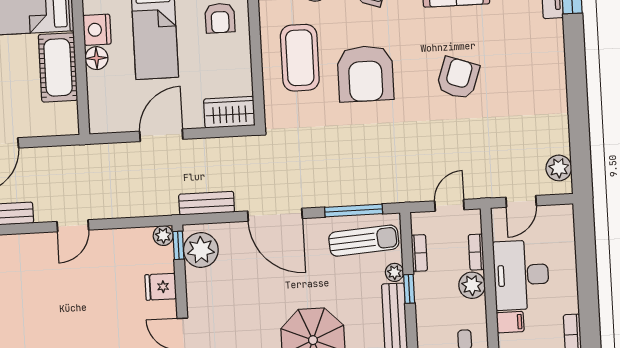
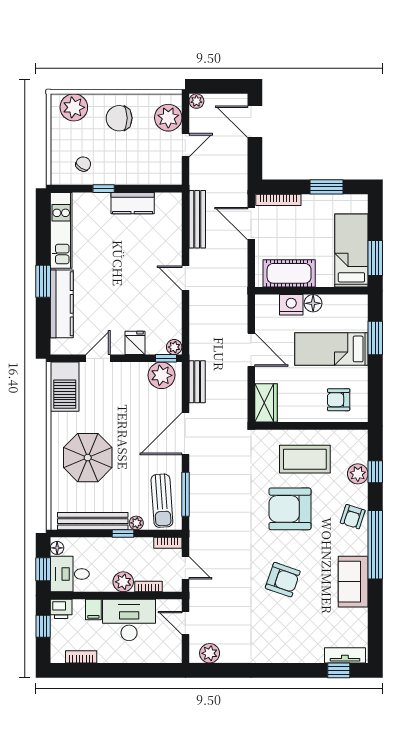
nightstand: (97, 30) -> (291, 305), moved
cot: (58, 67) -> (289, 273), moved
bookcase: (419, 253) -> (168, 543), moved

